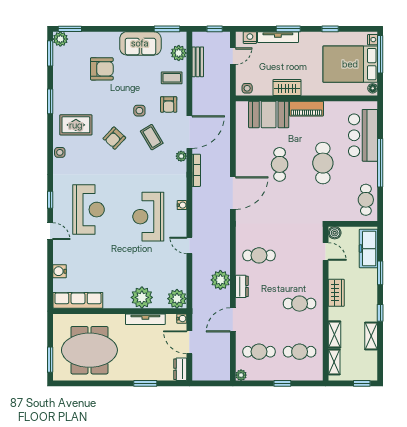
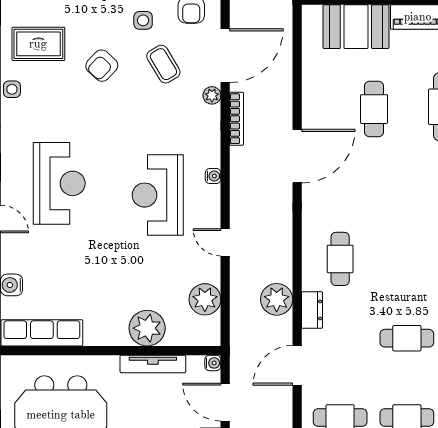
cafe table: (259, 255) -> (340, 259), turned 90
plant: (177, 299) -> (205, 299), moved

